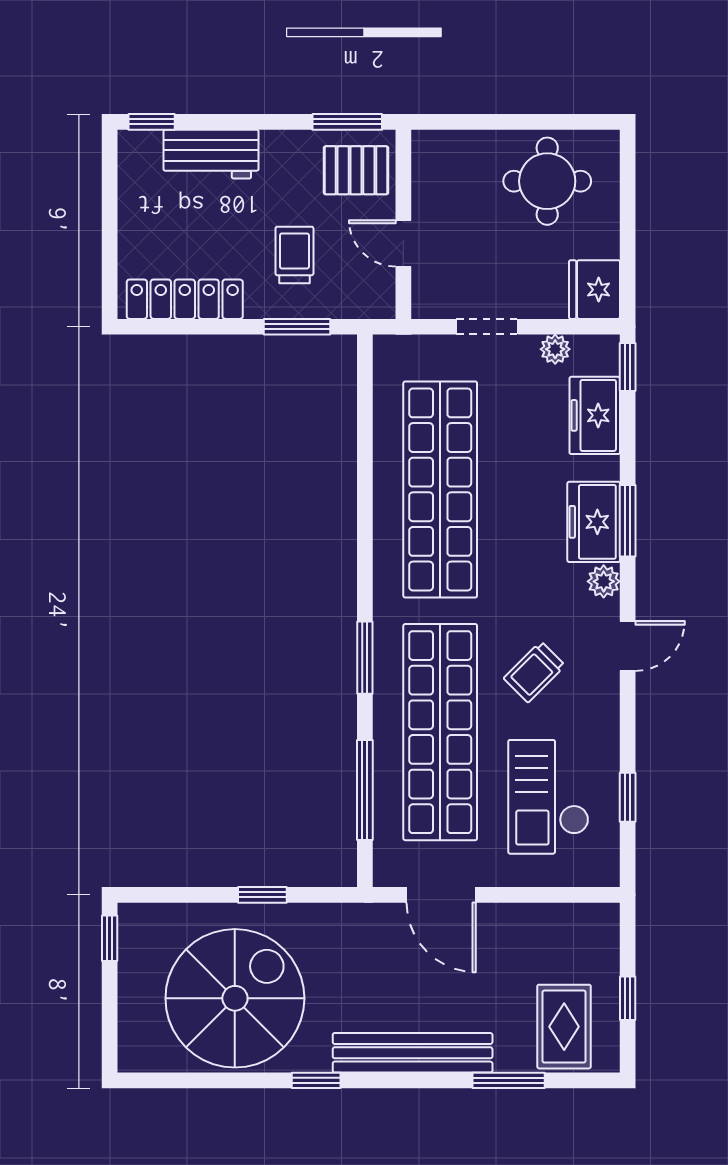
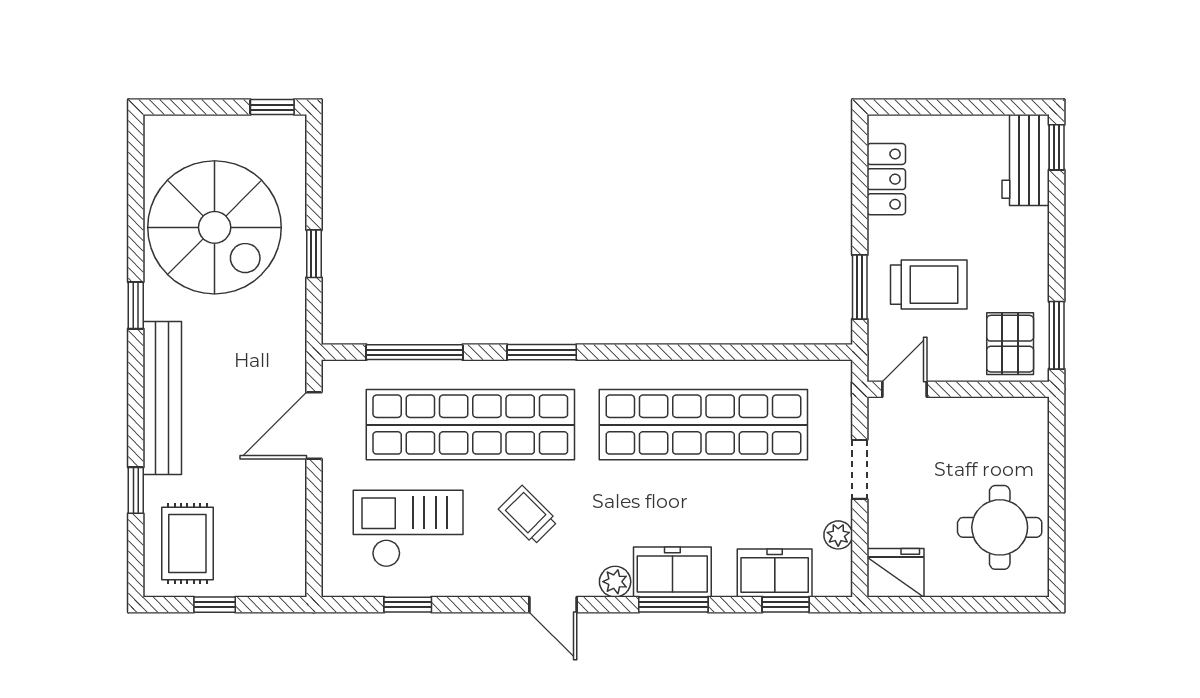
workbench: (211, 154) -> (1026, 160), moved
door: (403, 243) -> (905, 389), moved
trolley: (294, 255) -> (929, 285), width x1.36, depth x1.39
locker: (185, 299) -> (886, 179), width x0.66
window: (628, 367) -> (786, 605), moved
rug: (564, 1027) -> (187, 544), turned 90
window: (509, 1080) -> (136, 490), width x0.67

